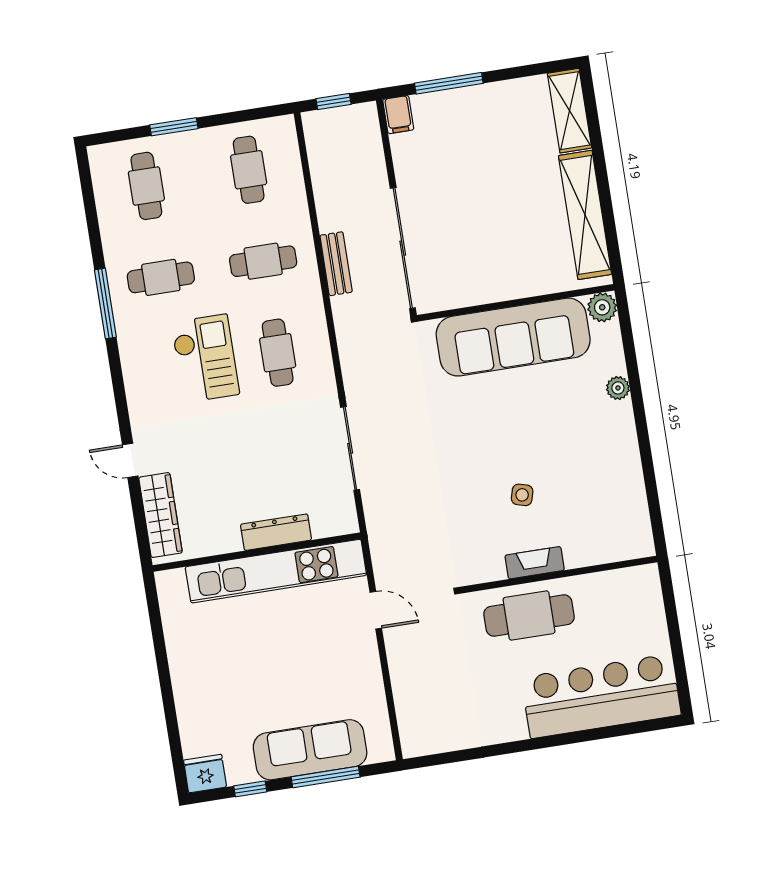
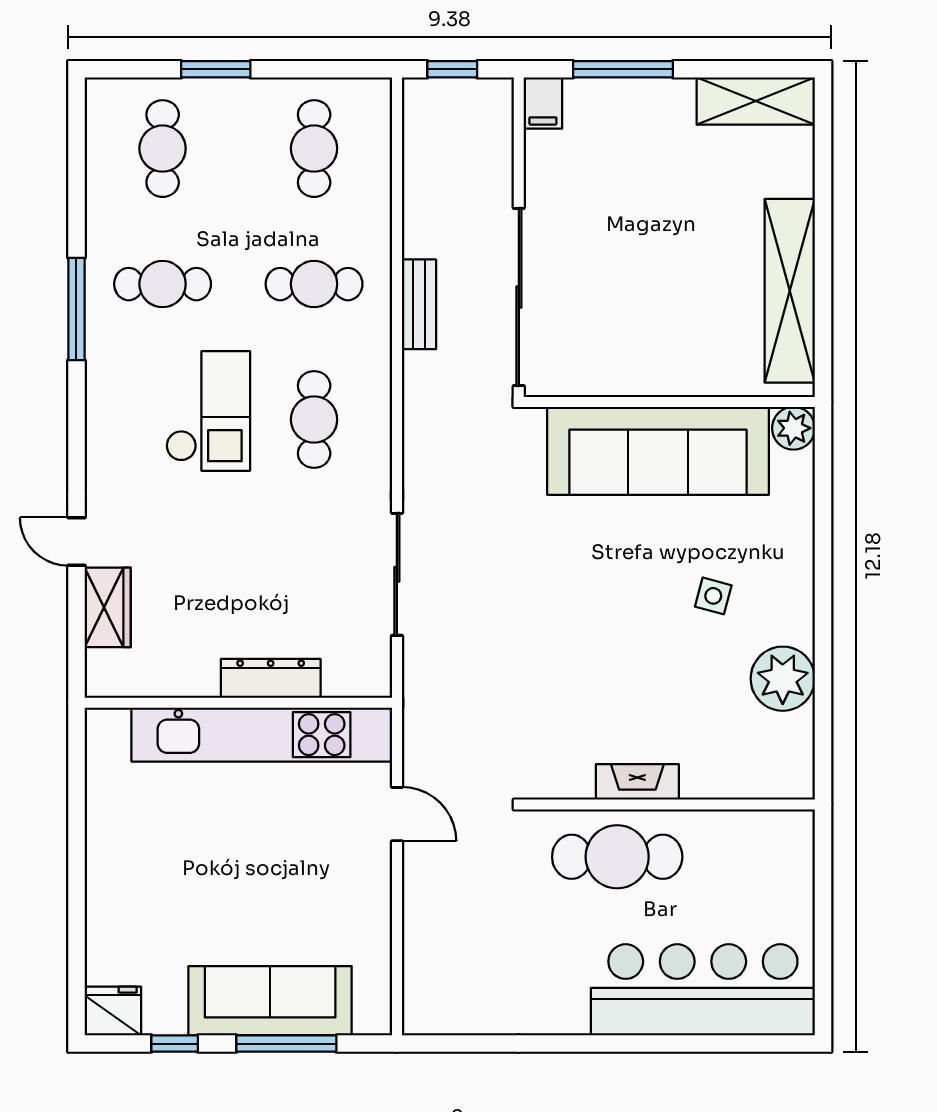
shelving: (570, 111) -> (756, 101), moved, turned 90
plant: (618, 388) -> (783, 679), moved, width x1.87, depth x1.87
side table: (522, 495) -> (713, 596), moved
wardrobe: (160, 515) -> (108, 607), width x0.67

